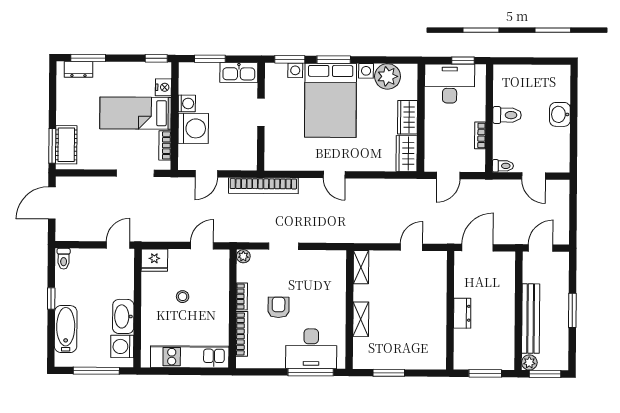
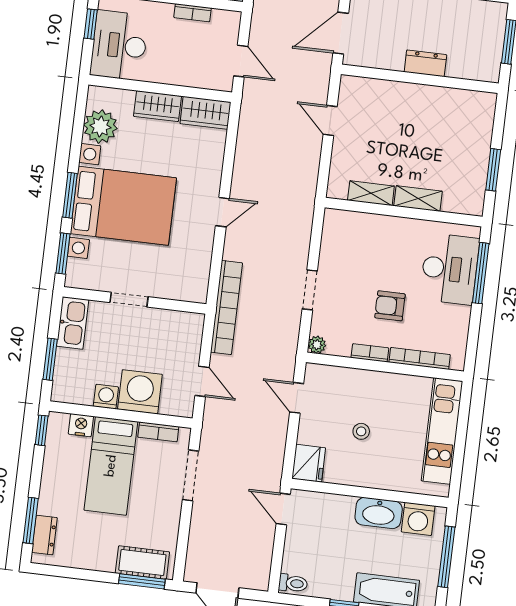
door: (478, 248) -> (341, 33), hinge flipped
shelving: (361, 267) -> (371, 193), moved

